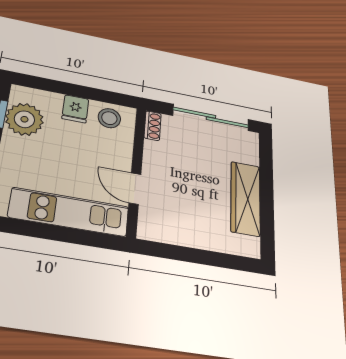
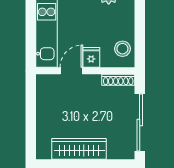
fridge: (75, 109) -> (91, 57), moved, turned 90
shoe rack: (153, 126) -> (118, 80), width x1.43

